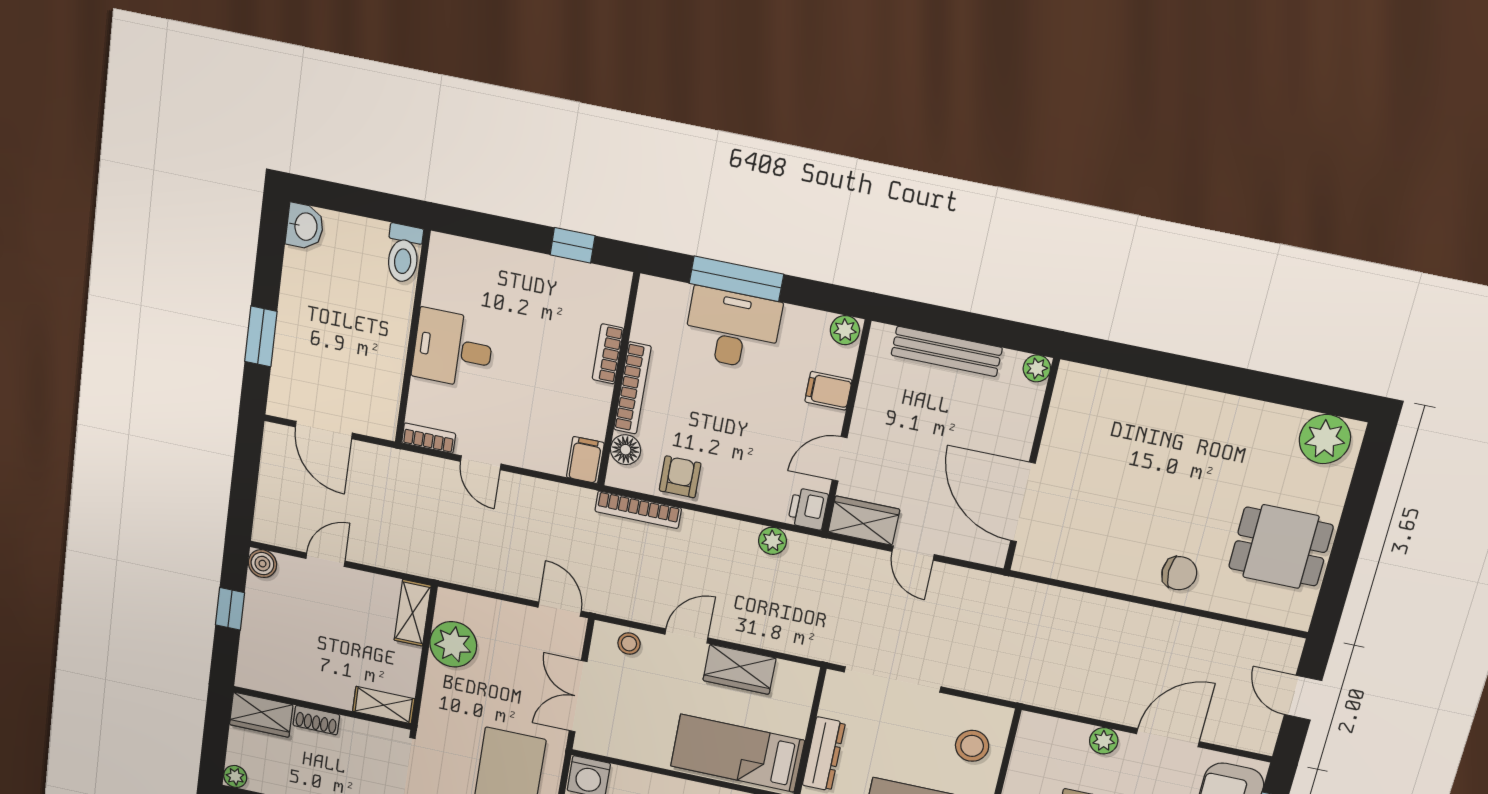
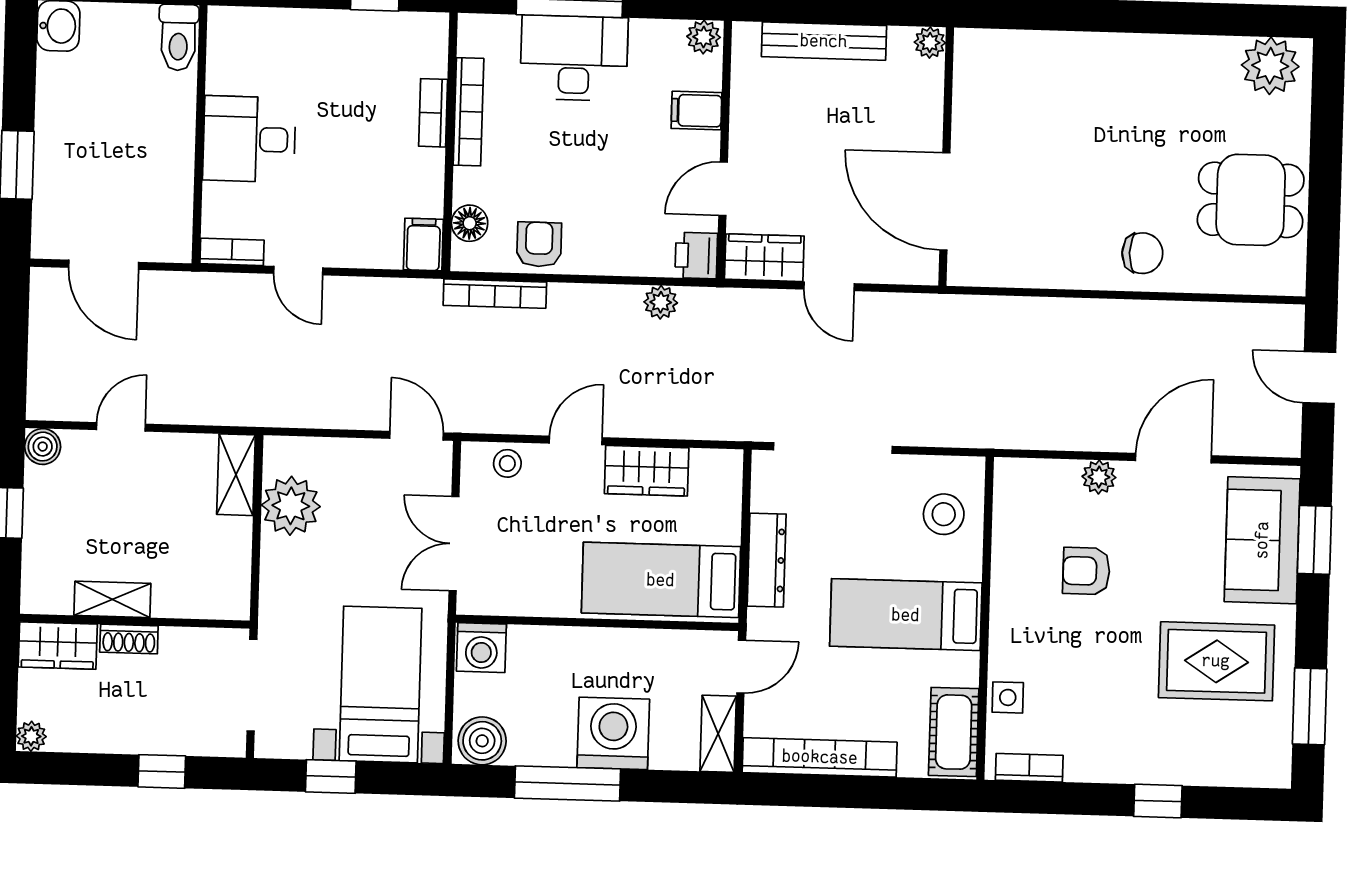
bookcase: (632, 388) -> (469, 112), moved
shelving: (384, 705) -> (112, 599), moved

